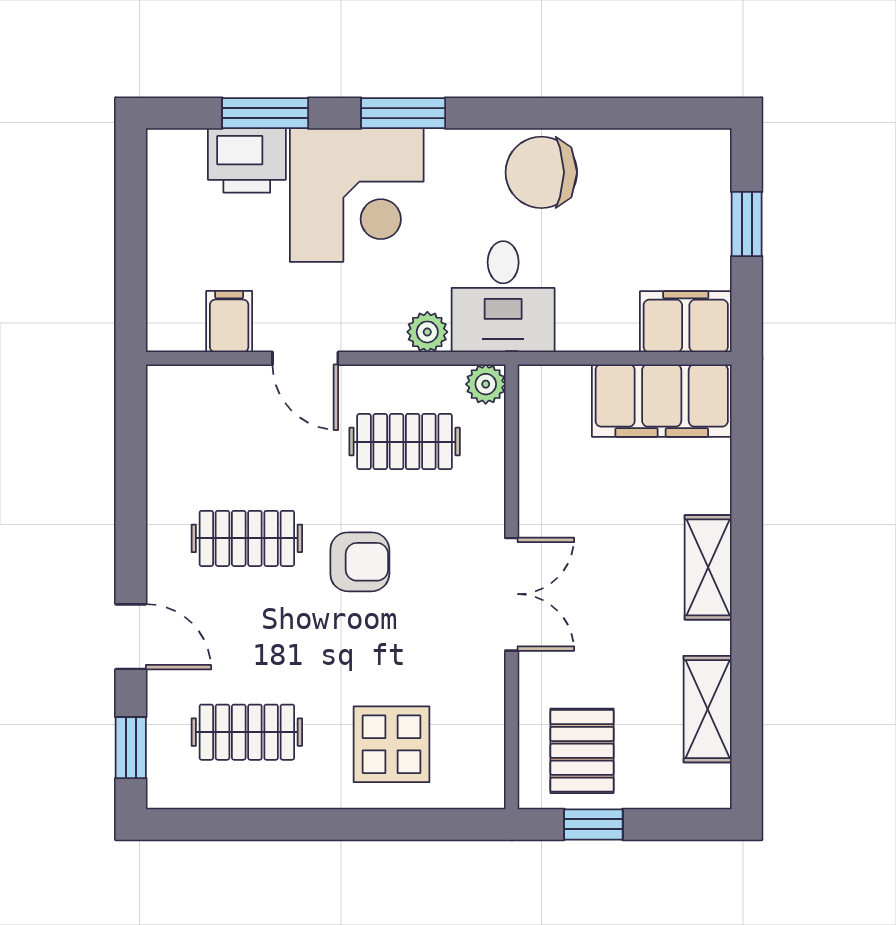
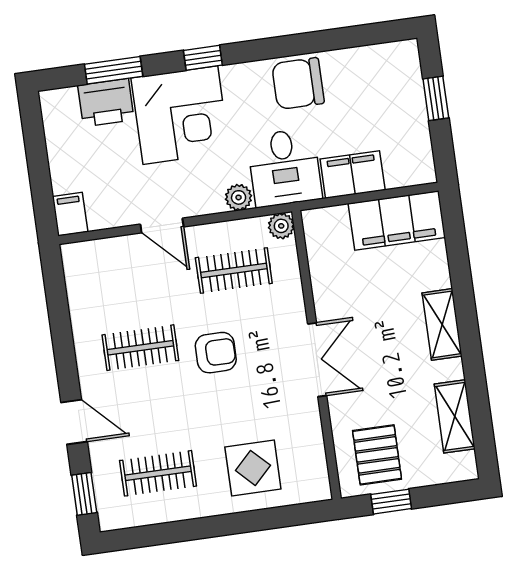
window: (403, 113) -> (203, 58), width x0.67
filing cabinet: (229, 322) -> (70, 214), moved
filing cabinet: (686, 322) -> (353, 175), moved

